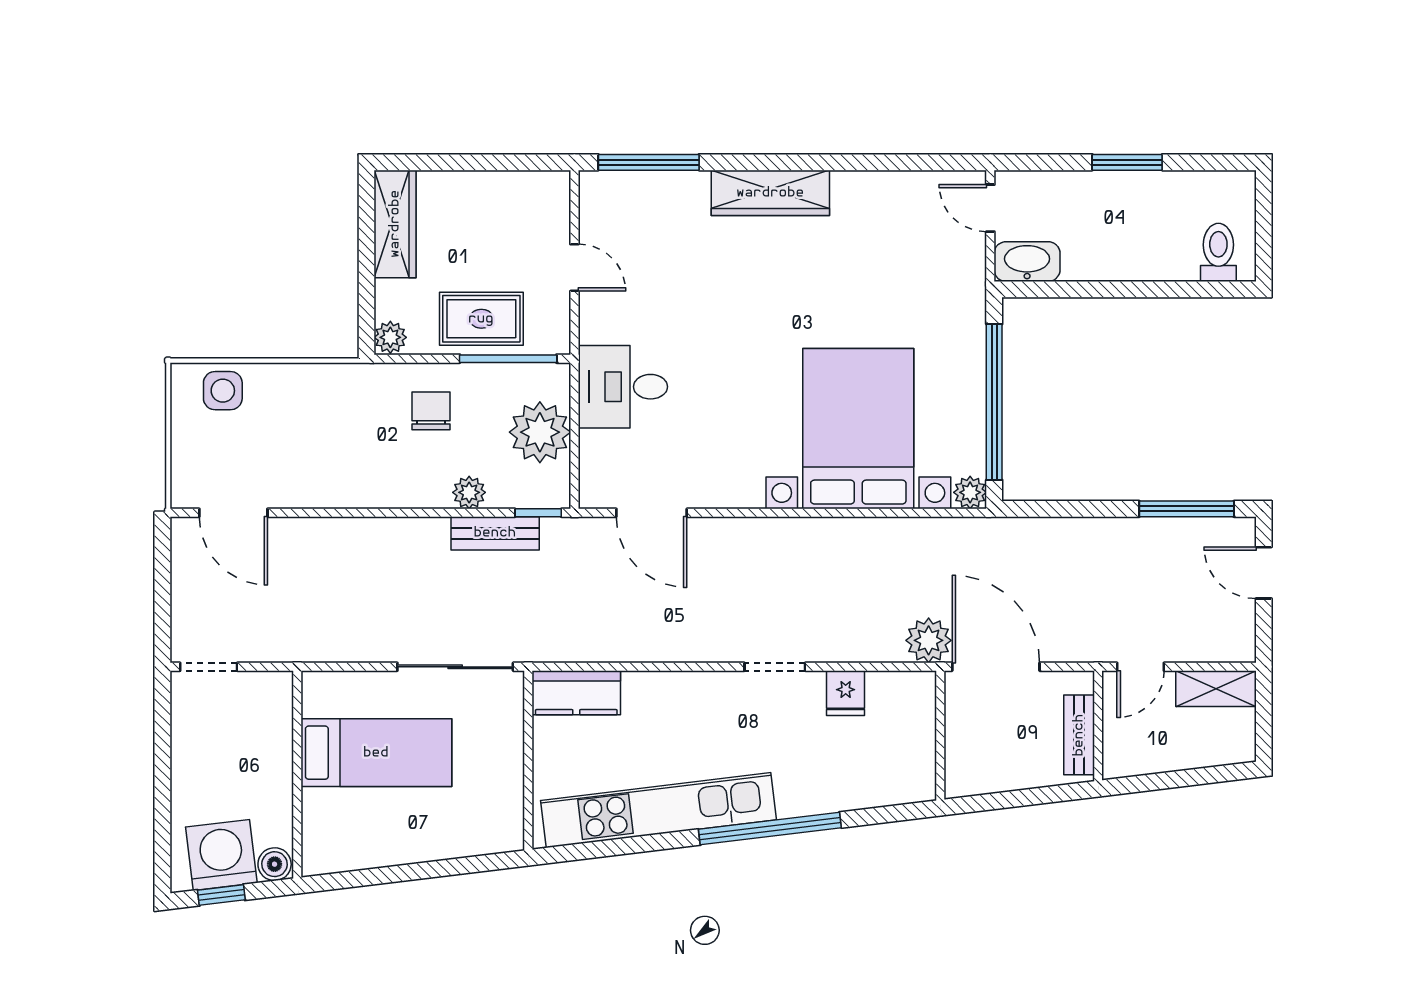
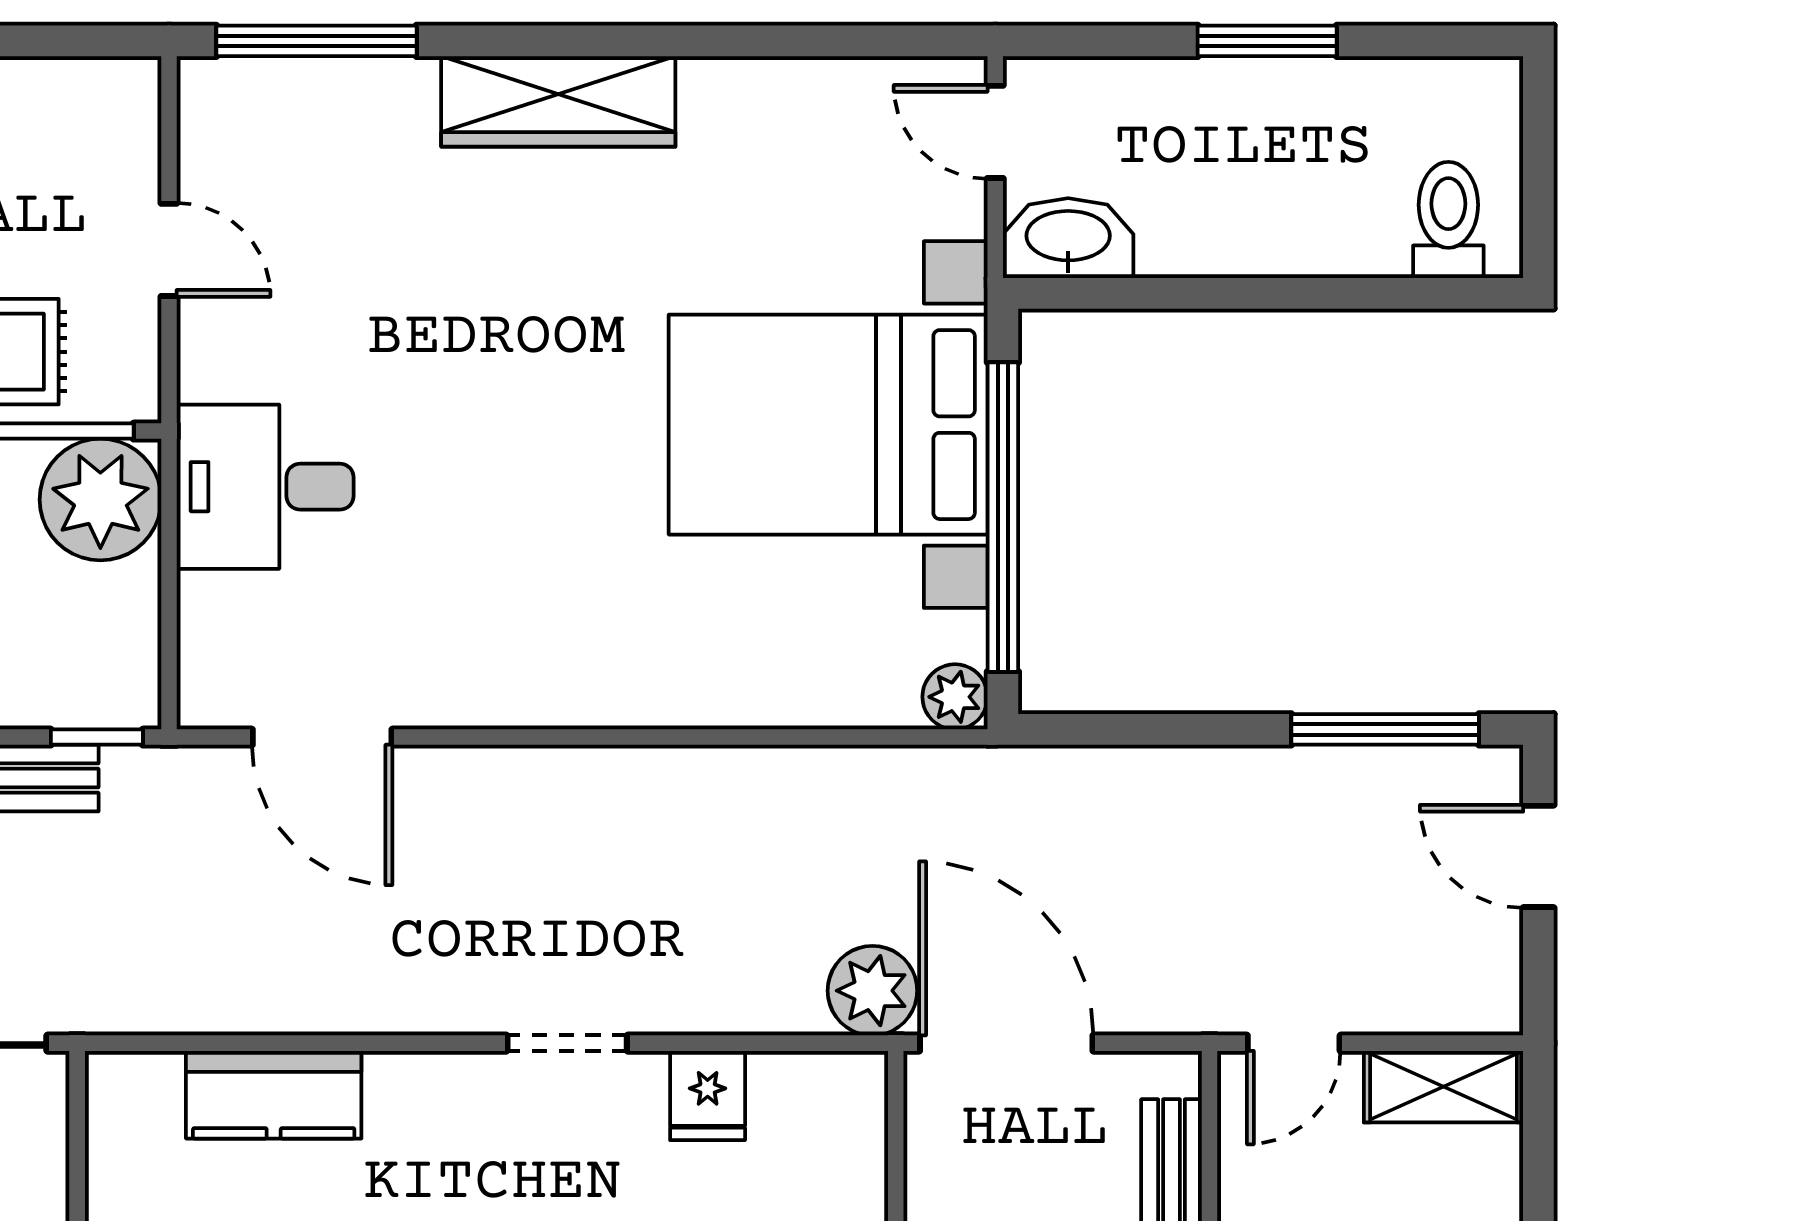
bed with nightstands: (858, 429) -> (828, 425), moved, turned -90
plant: (540, 432) -> (100, 500), moved
kitchen counter: (576, 693) -> (274, 1095), moved

